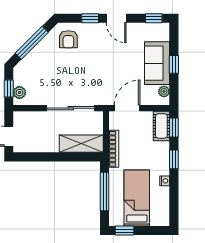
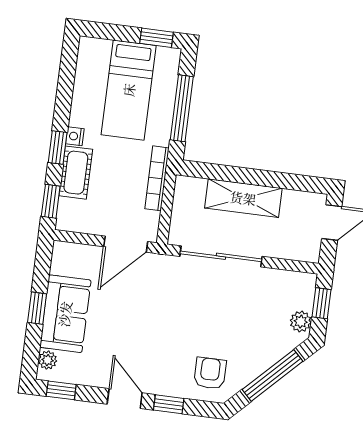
plant: (164, 91) -> (48, 360), moved
plant: (19, 93) -> (301, 322), moved
cot: (161, 126) -> (76, 173), moved
shelving: (81, 144) -> (243, 198), moved
nightstand: (165, 181) -> (75, 136), moved

